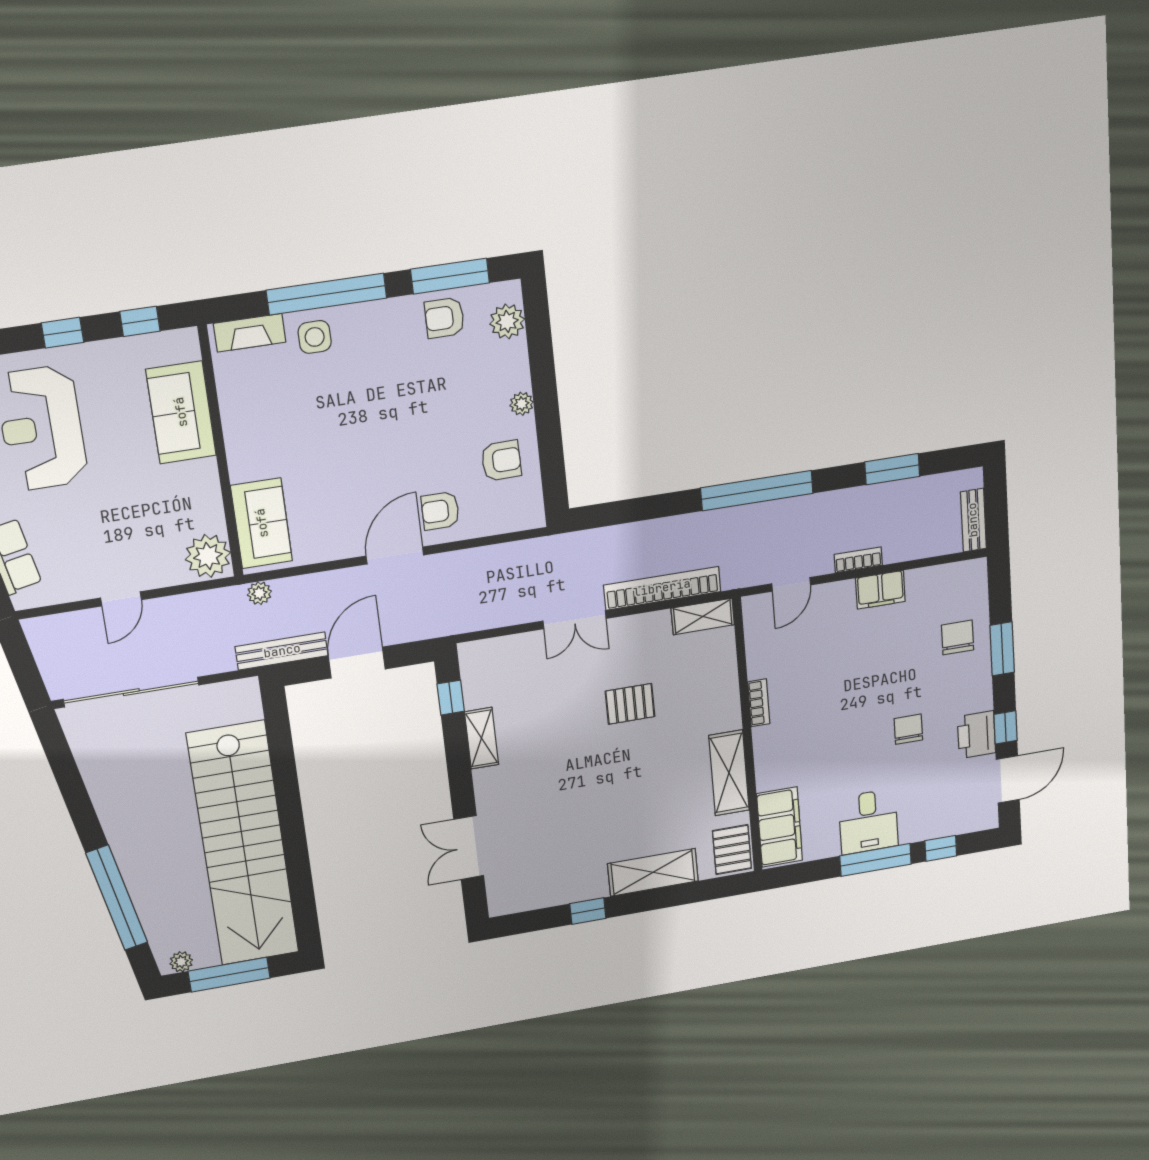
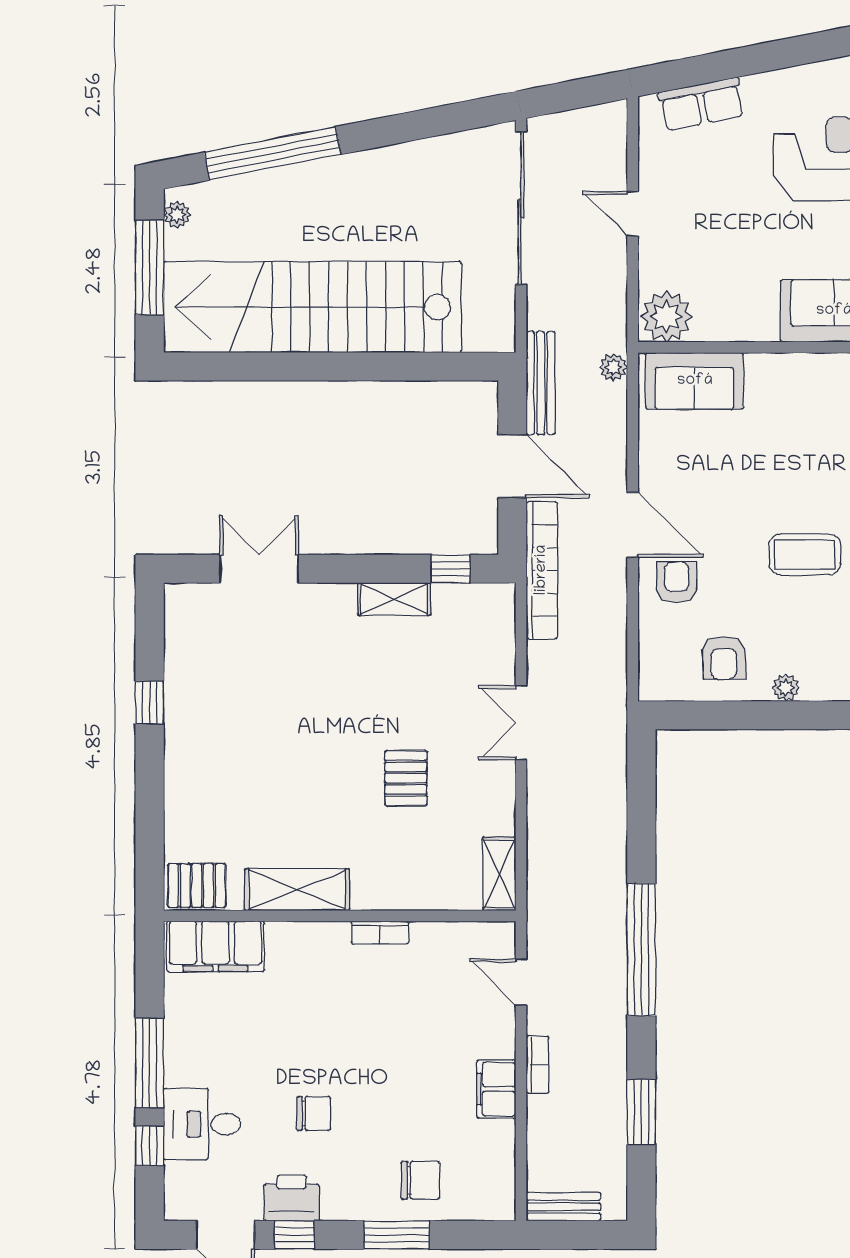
coffee table: (403, 405) -> (805, 554), added
bookcase: (662, 588) -> (542, 570), moved
desk: (868, 822) -> (202, 1124), moved
shelving: (653, 872) -> (185, 787), removed

